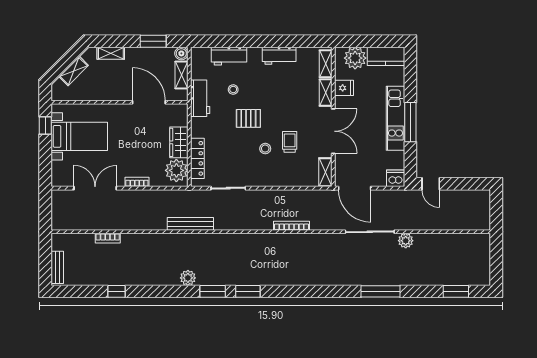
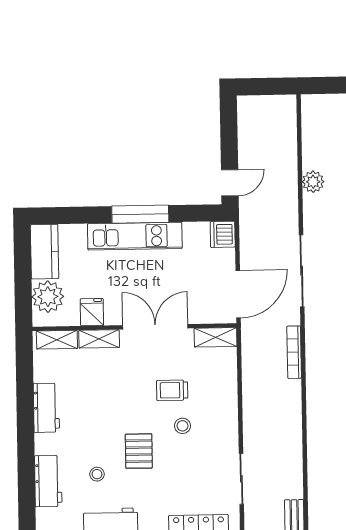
bookcase: (292, 226) -> (294, 352), moved
plant: (406, 241) -> (313, 182), moved

